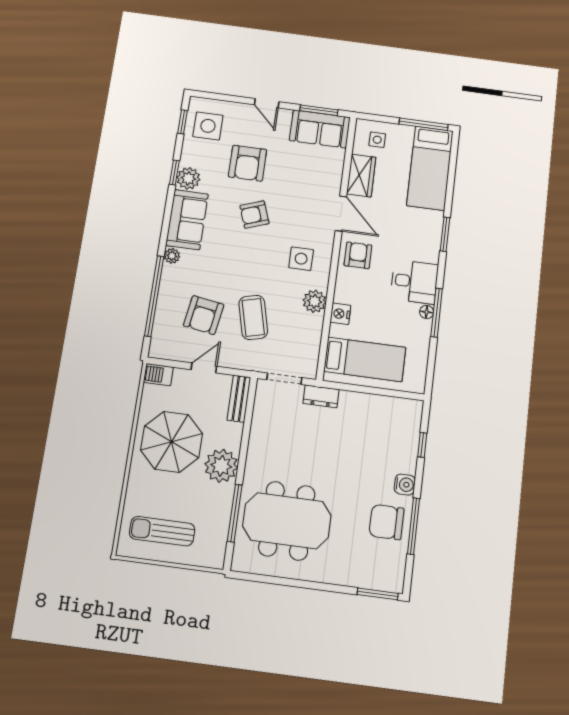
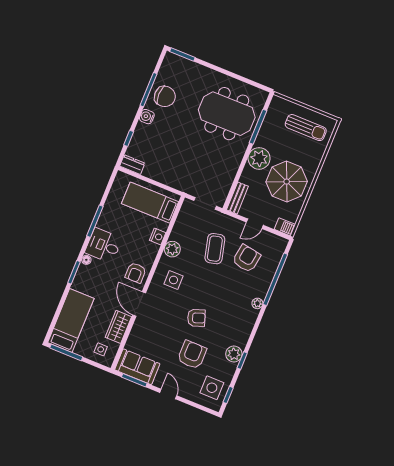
sofa: (187, 220) -> (242, 326), removed
floor lamp: (427, 312) -> (86, 260), moved
dresser: (321, 396) -> (132, 165), moved

